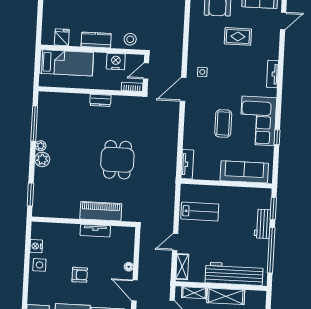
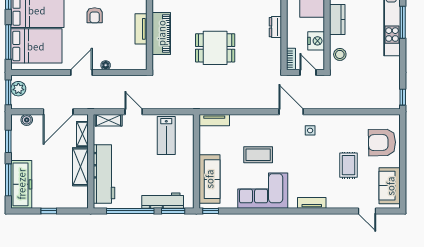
window: (277, 137) -> (211, 211), moved
workbench: (262, 224) -> (163, 201), width x1.38

